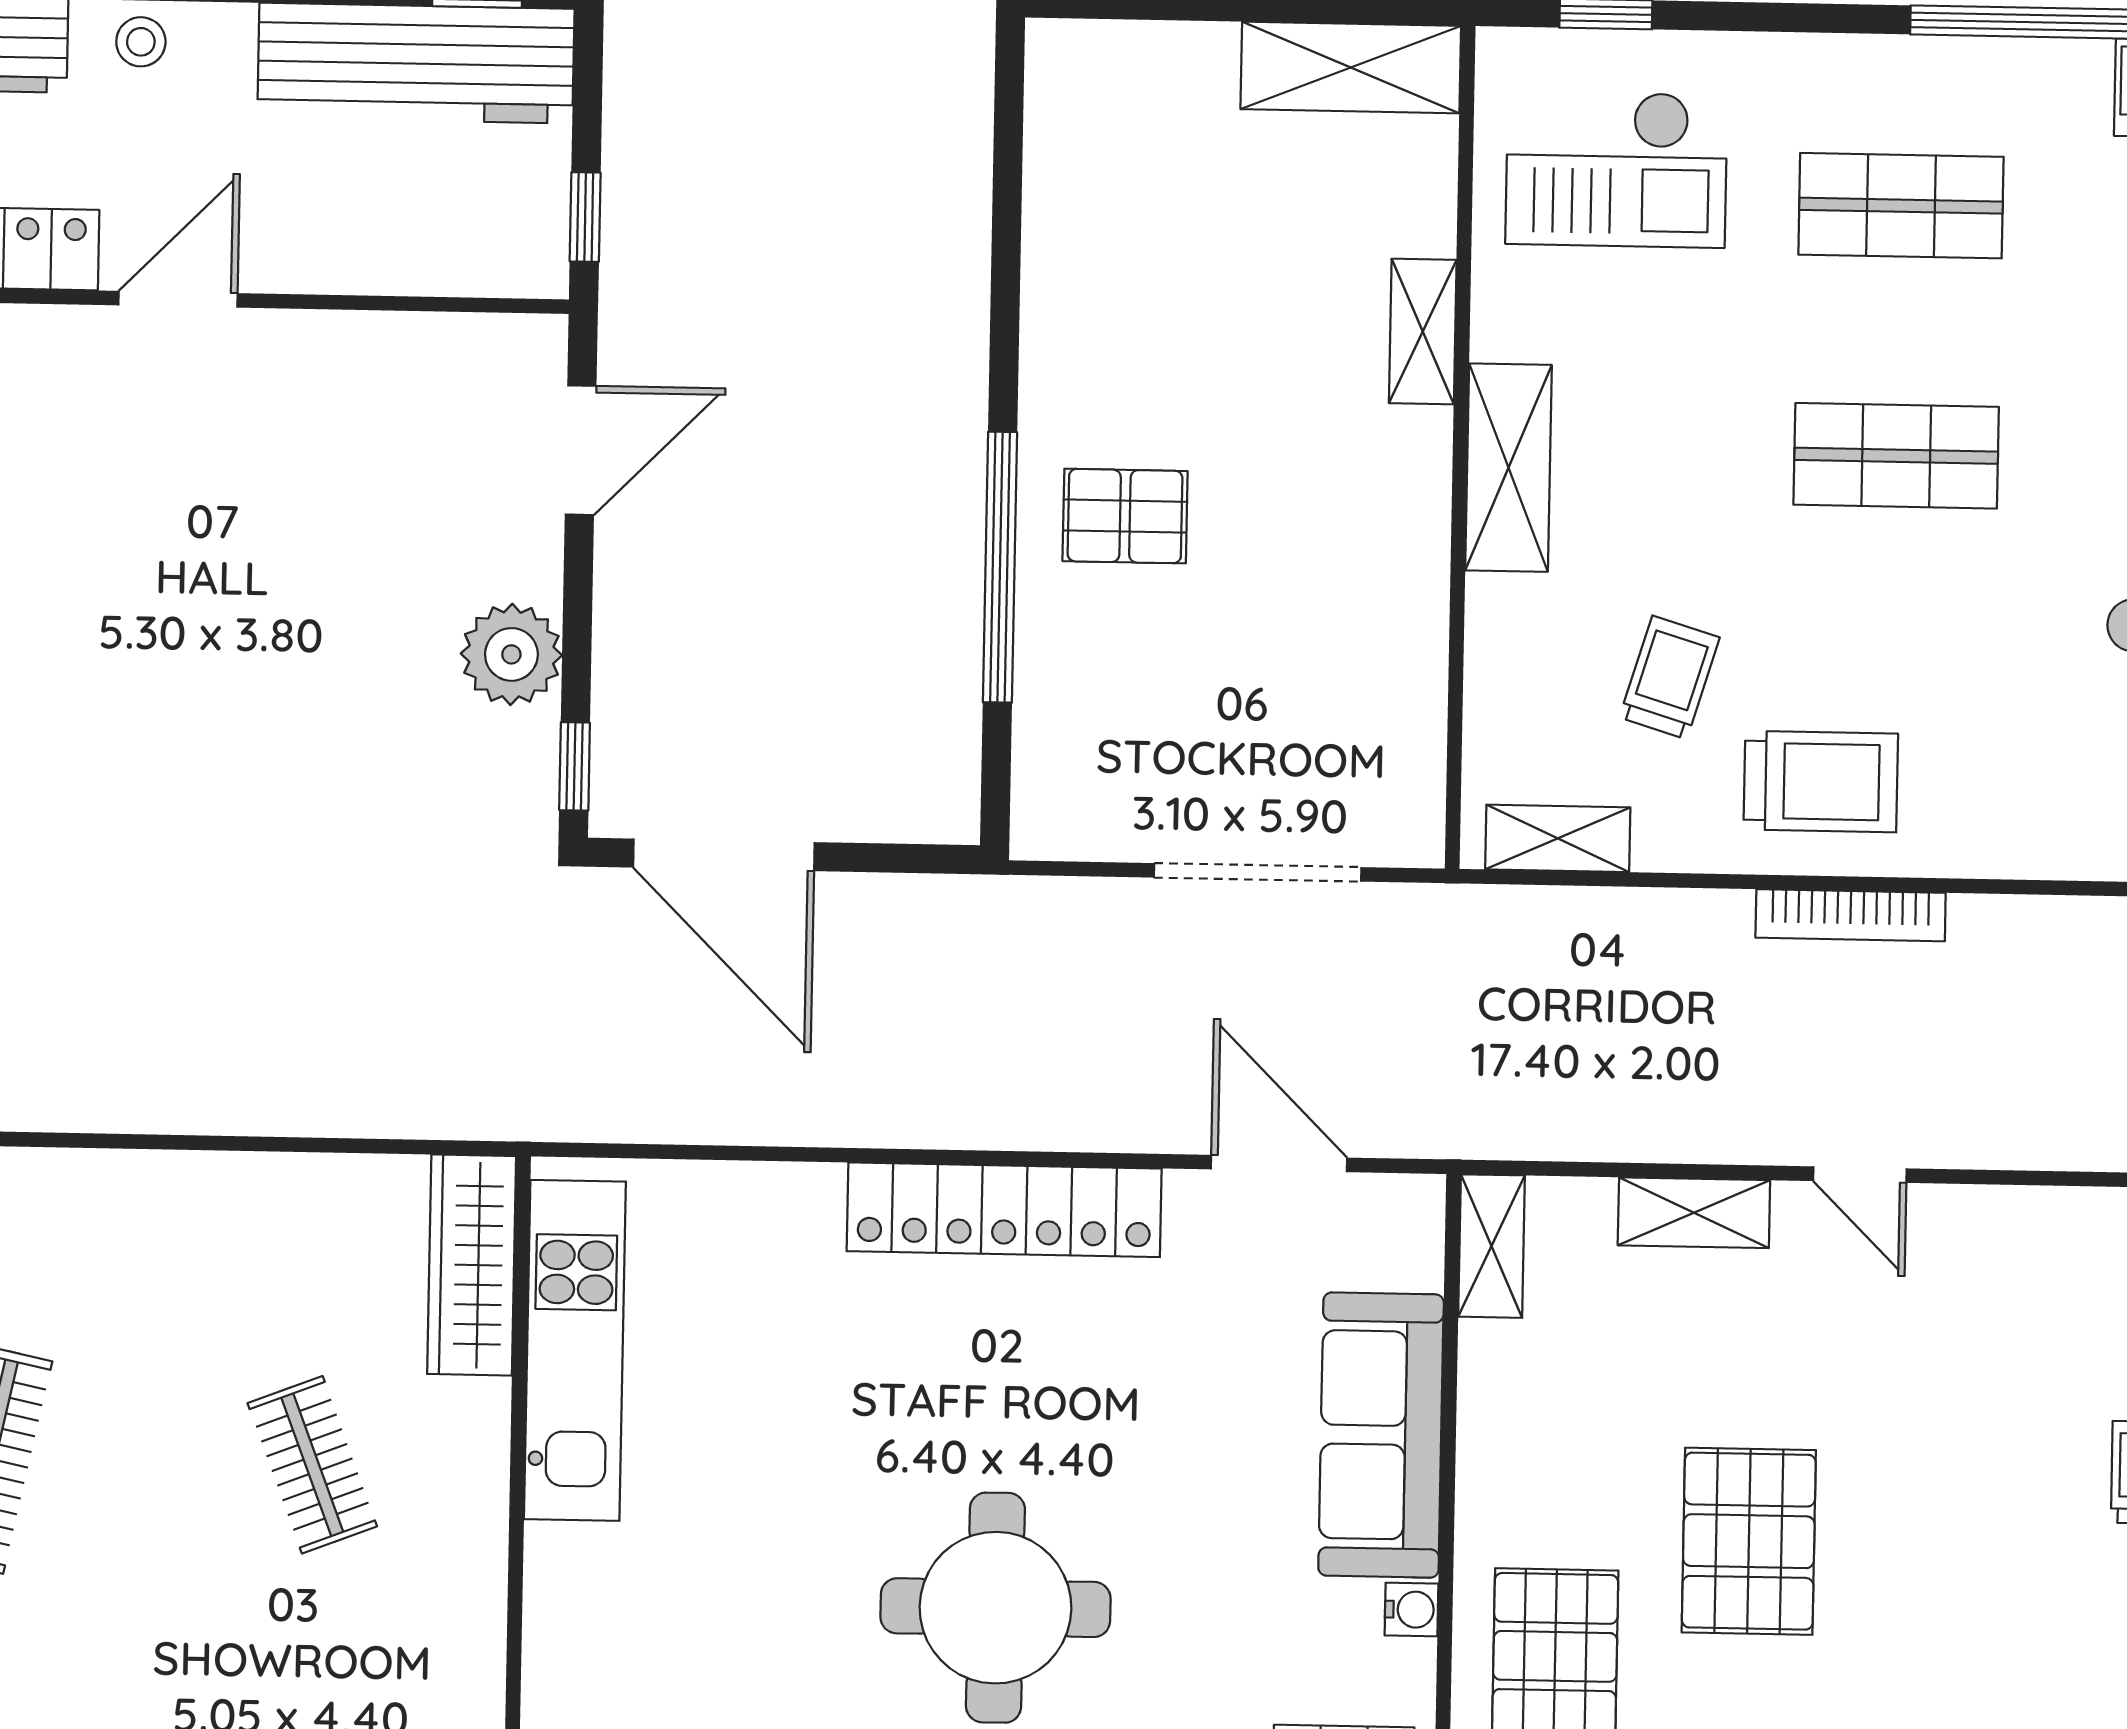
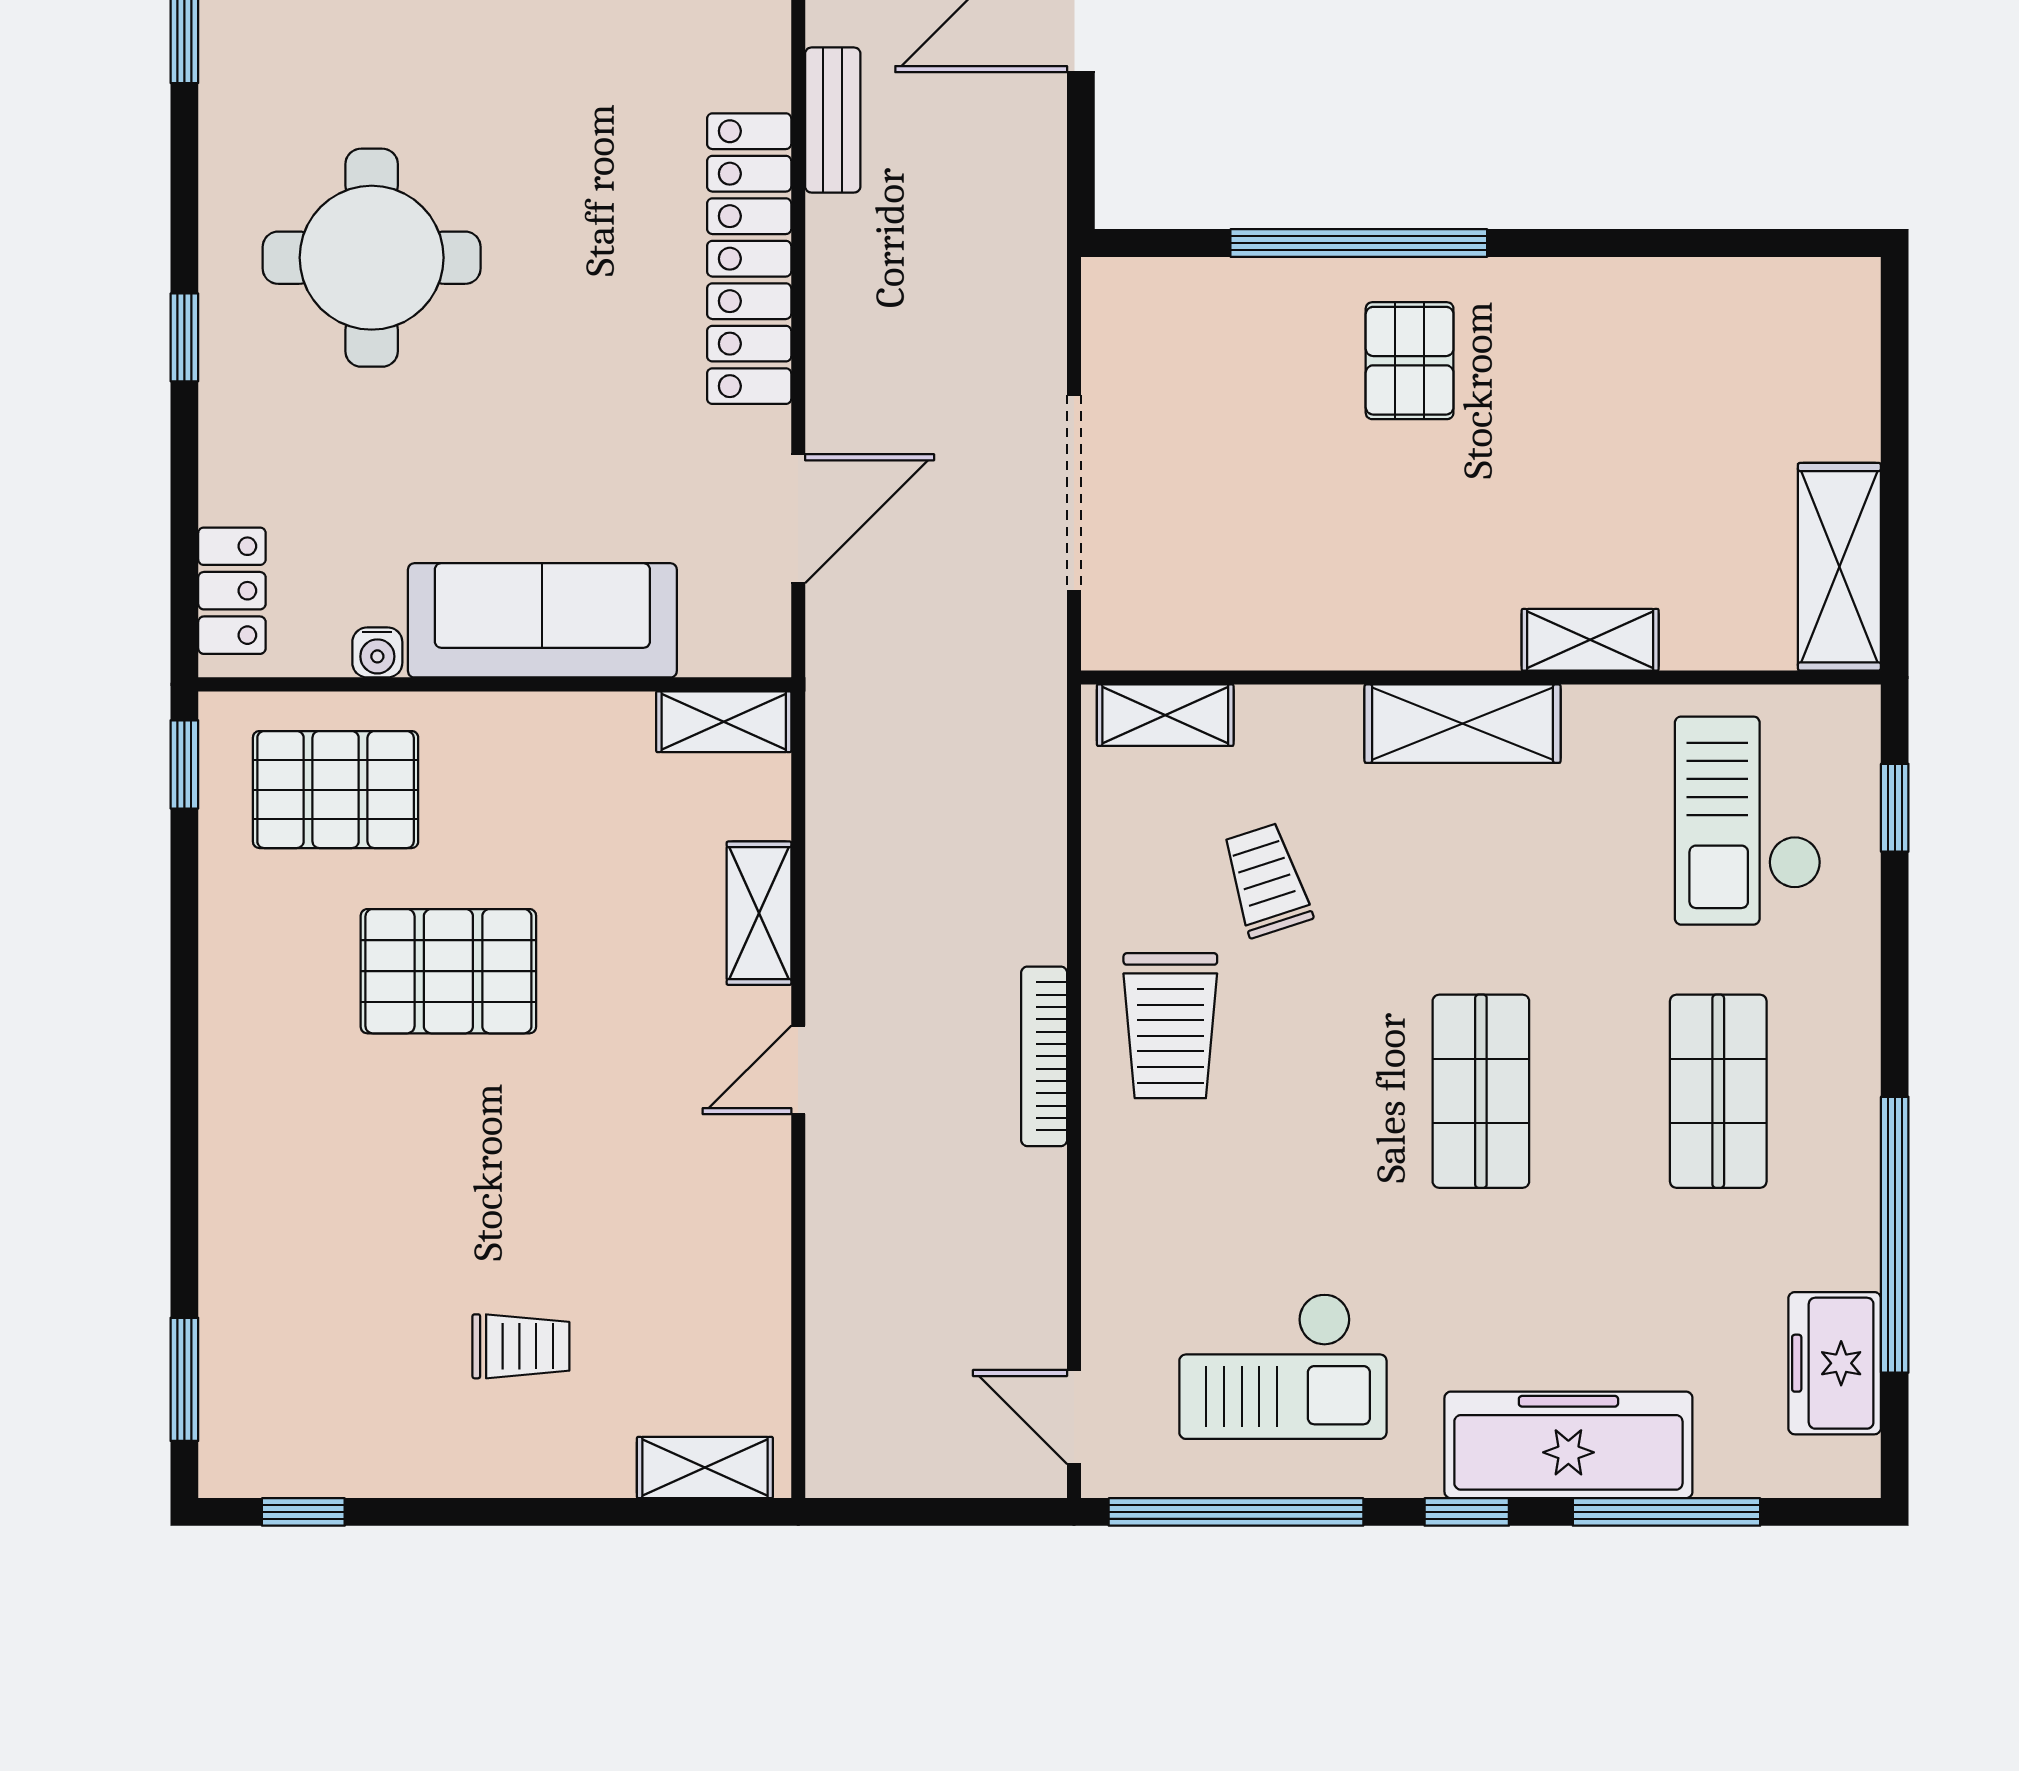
trolley: (1669, 677) -> (1266, 880), turned -125
shelving: (1558, 838) -> (1165, 715), moved, turned 90
bench: (860, 1119) -> (833, 120), added

